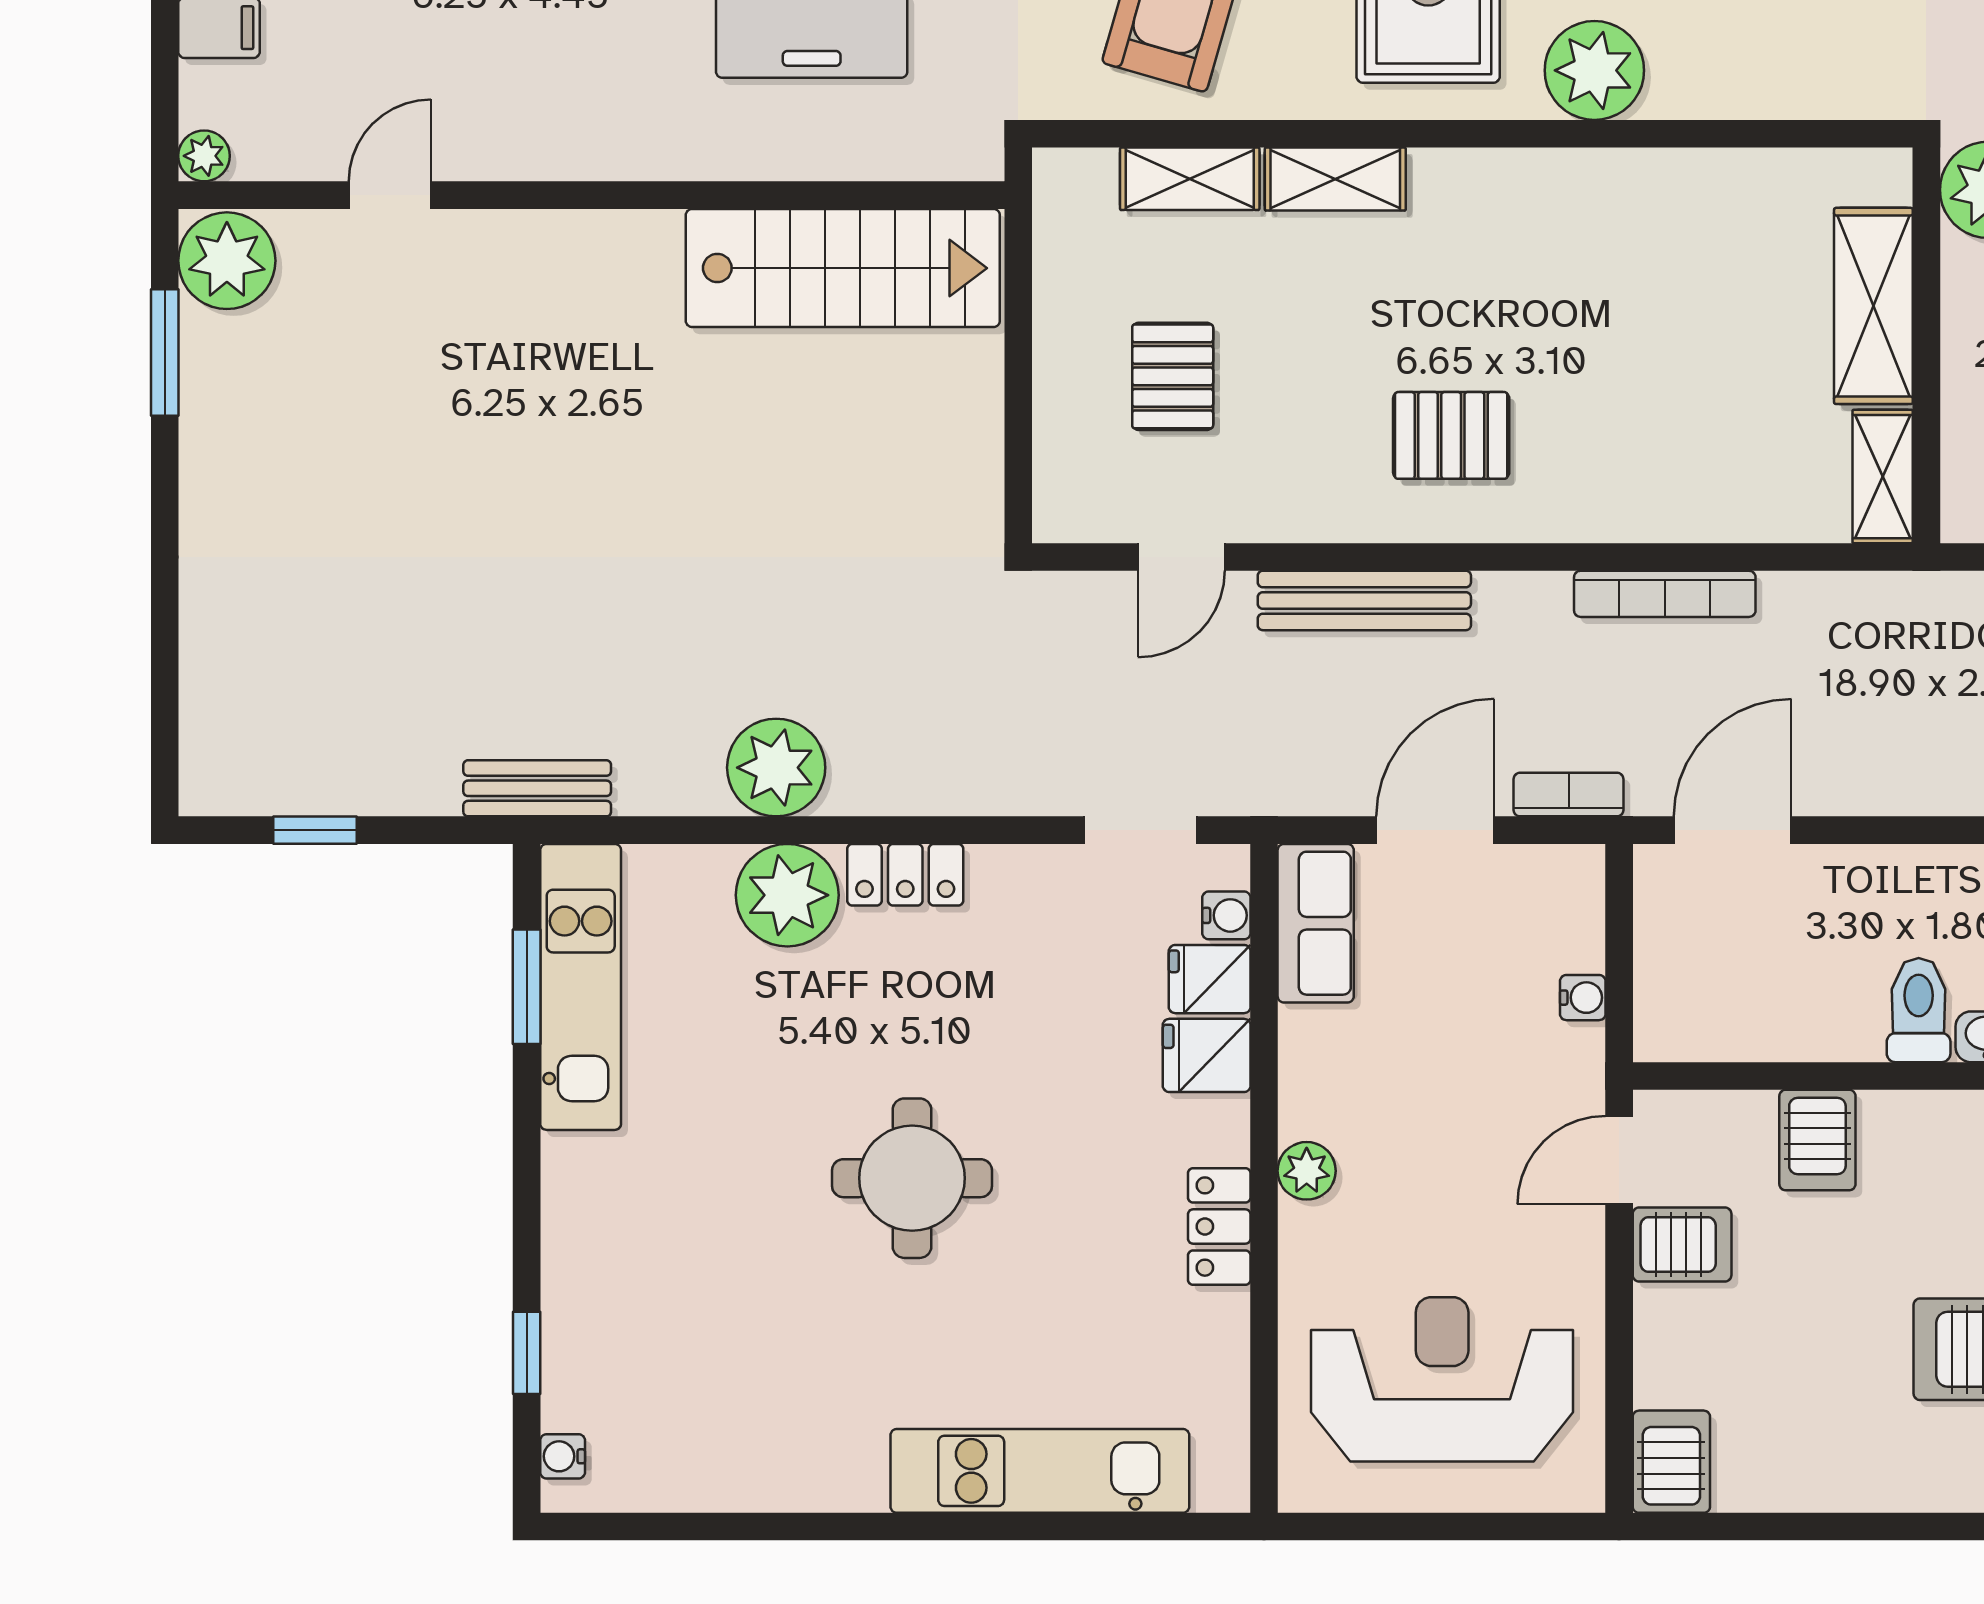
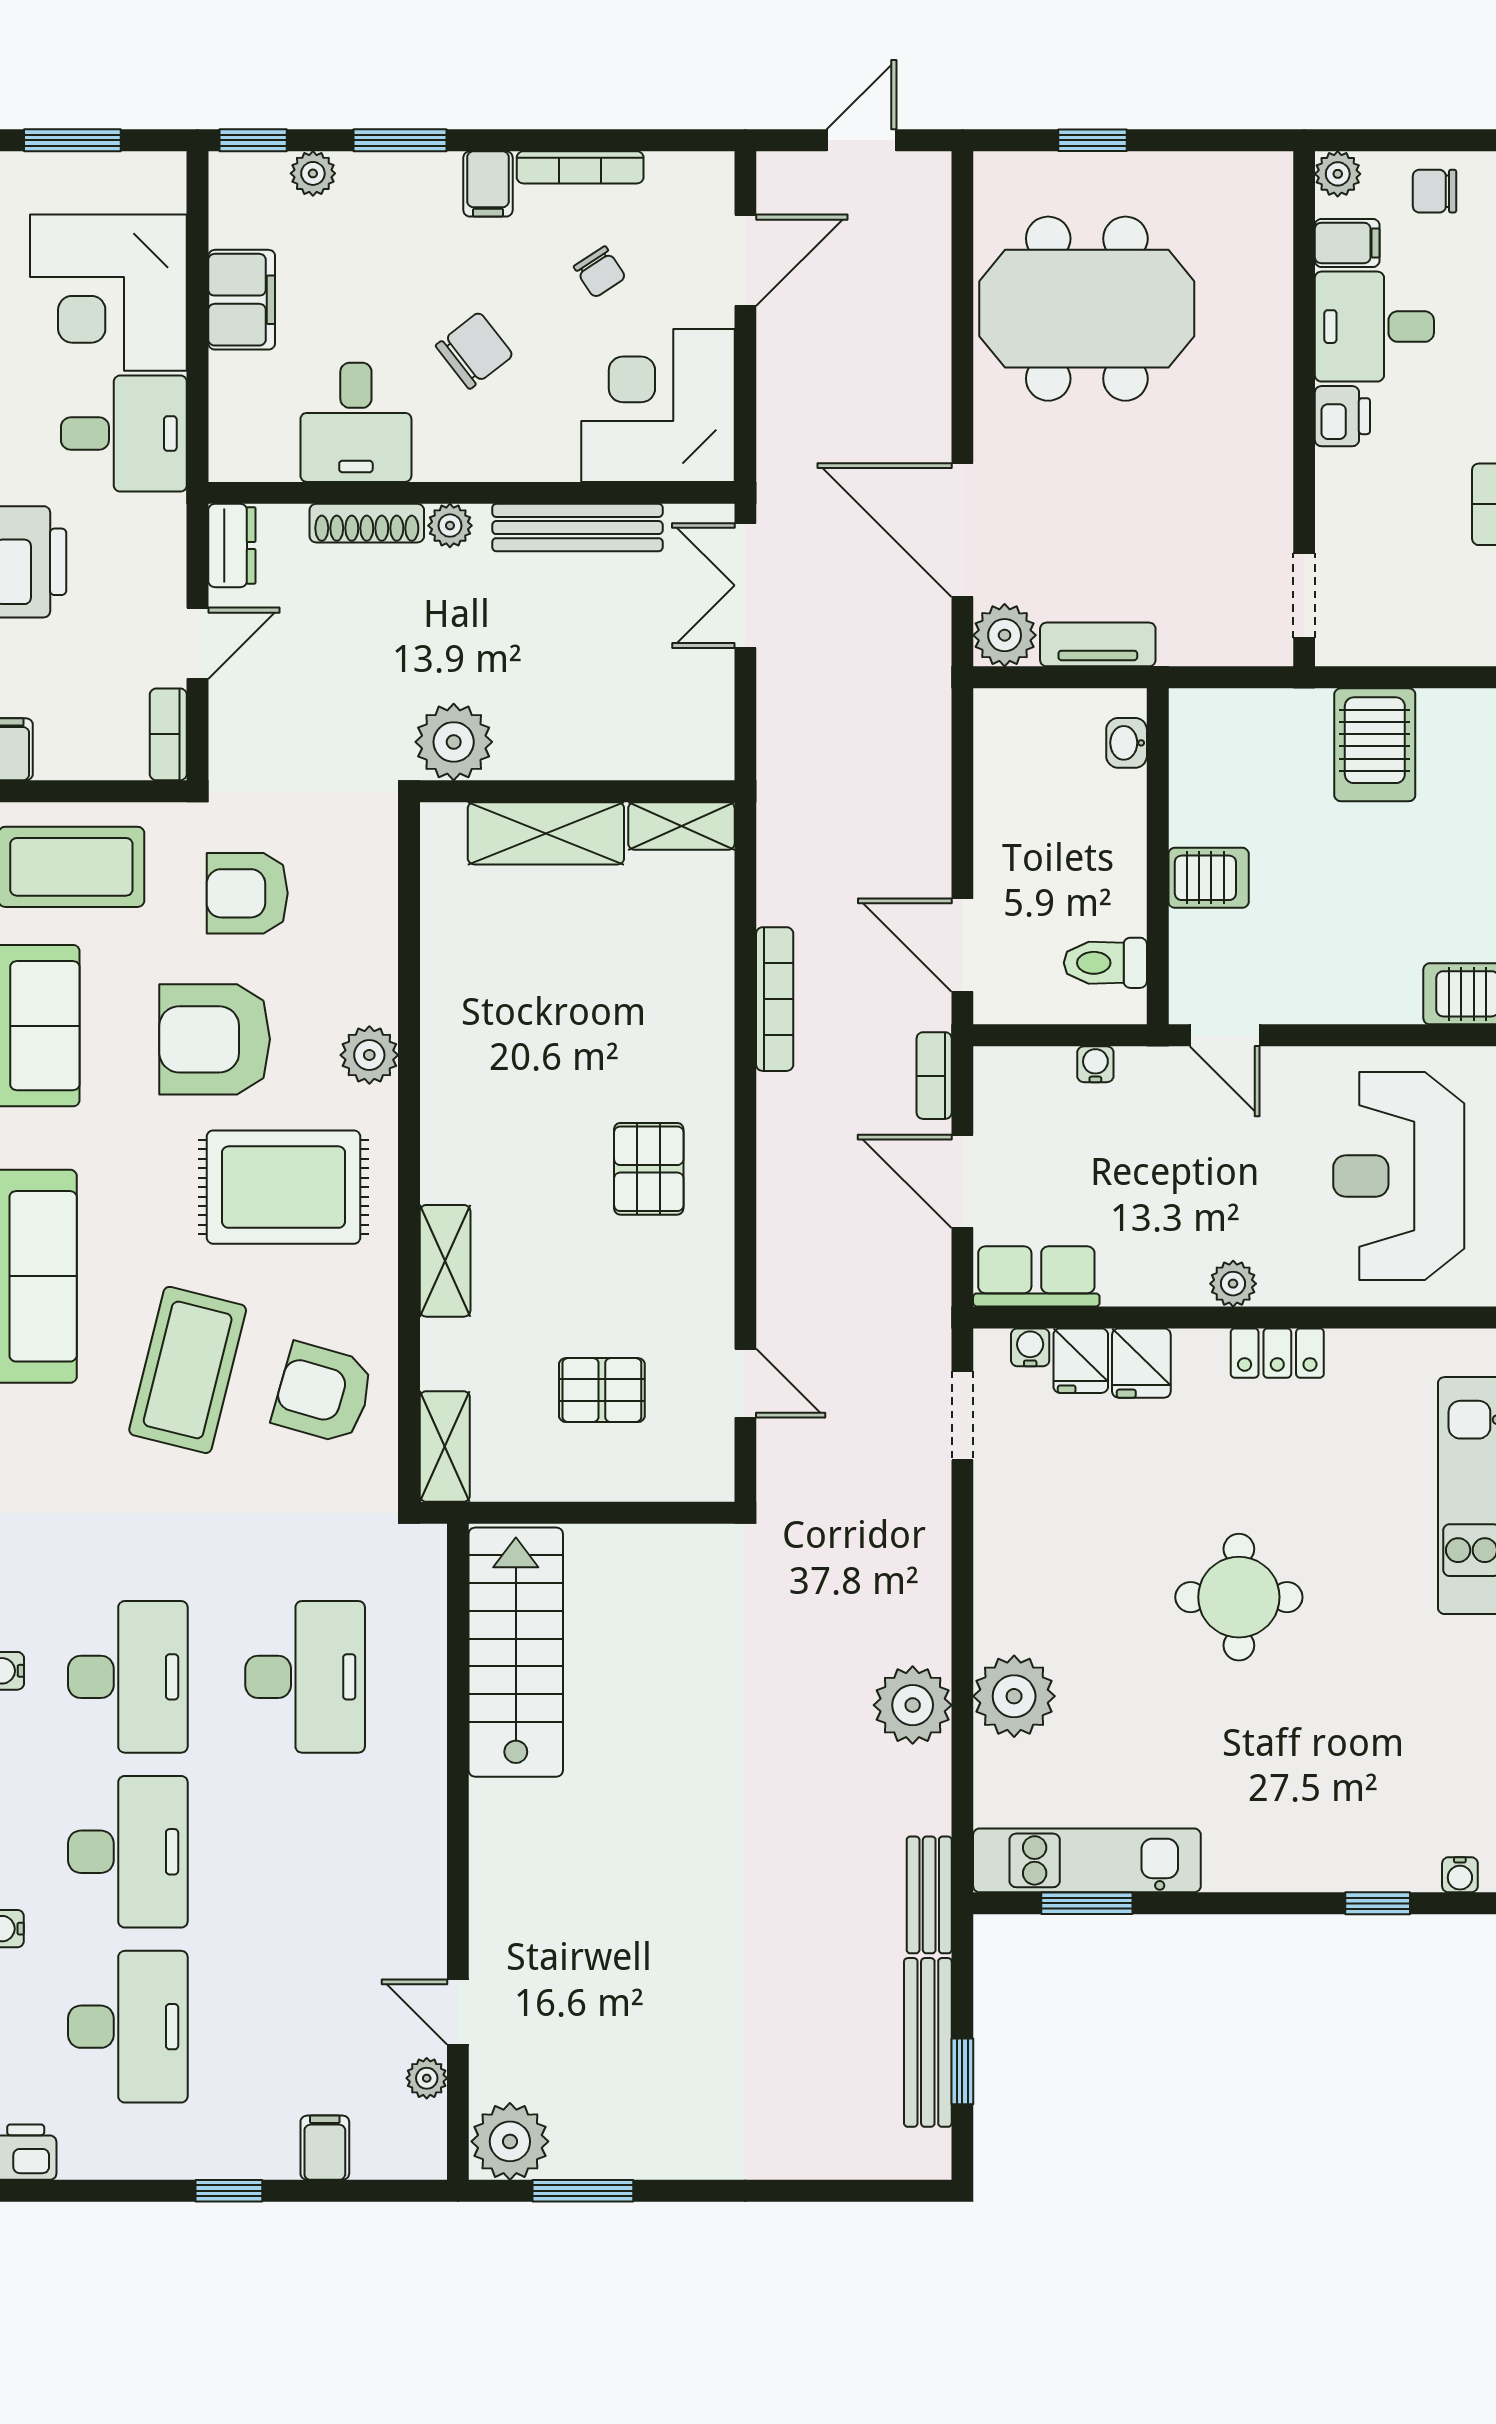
plant: (1594, 70) -> (369, 1055), width x0.73, depth x0.73
plant: (204, 156) -> (427, 2078), moved
shelving: (1190, 179) -> (445, 1447), moved
bench: (1364, 600) -> (928, 2042), moved
locker: (905, 875) -> (998, 1603), removed
toilet: (1919, 1010) -> (1105, 963), moved
server rack: (1682, 1245) -> (1292, 985), removed

